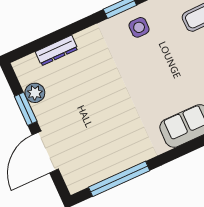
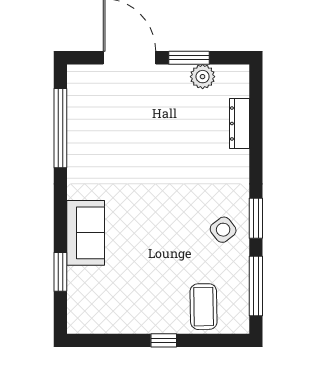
side table: (139, 27) -> (223, 230), turned -38

